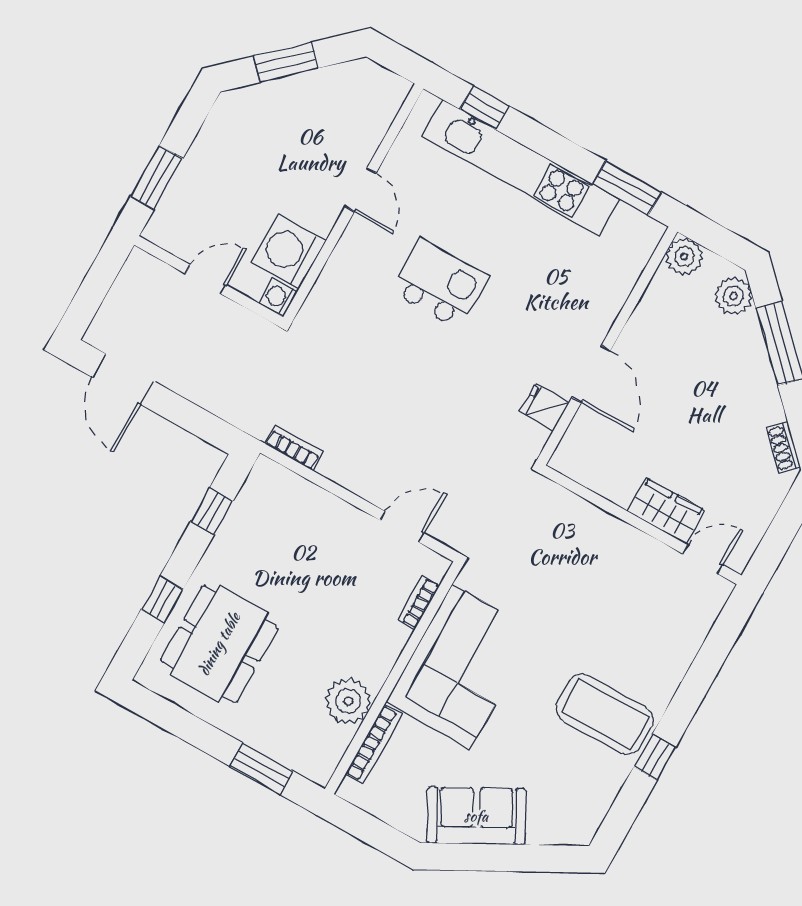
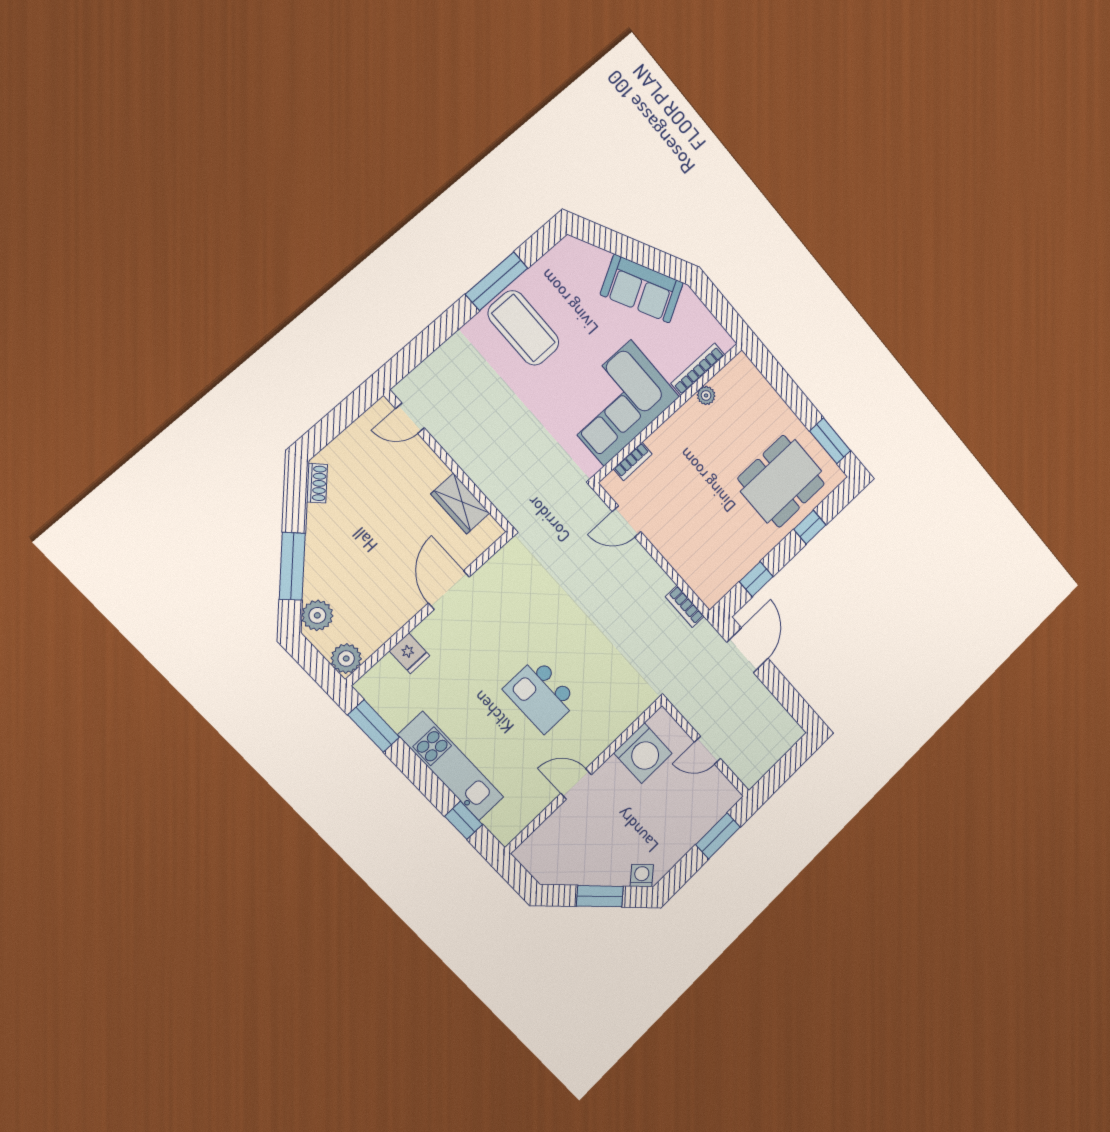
kitchen unit: (521, 168) -> (451, 766), width x0.73
door: (361, 190) -> (576, 784), hinge flipped
washing machine: (278, 297) -> (642, 875), moved, turned -133
door: (123, 379) -> (747, 650), moved
fridge: (545, 407) -> (409, 653), moved
wardrobe: (666, 511) -> (460, 504), moved
plant: (348, 701) -> (706, 395), width x0.53, depth x0.53
window: (655, 757) -> (497, 281), width x2.17
window: (261, 769) -> (830, 441), moved

